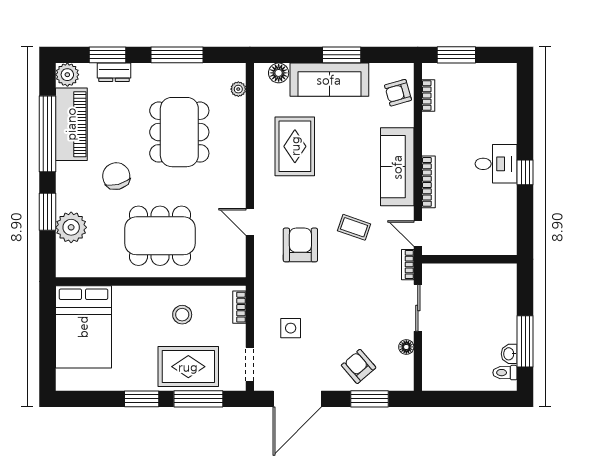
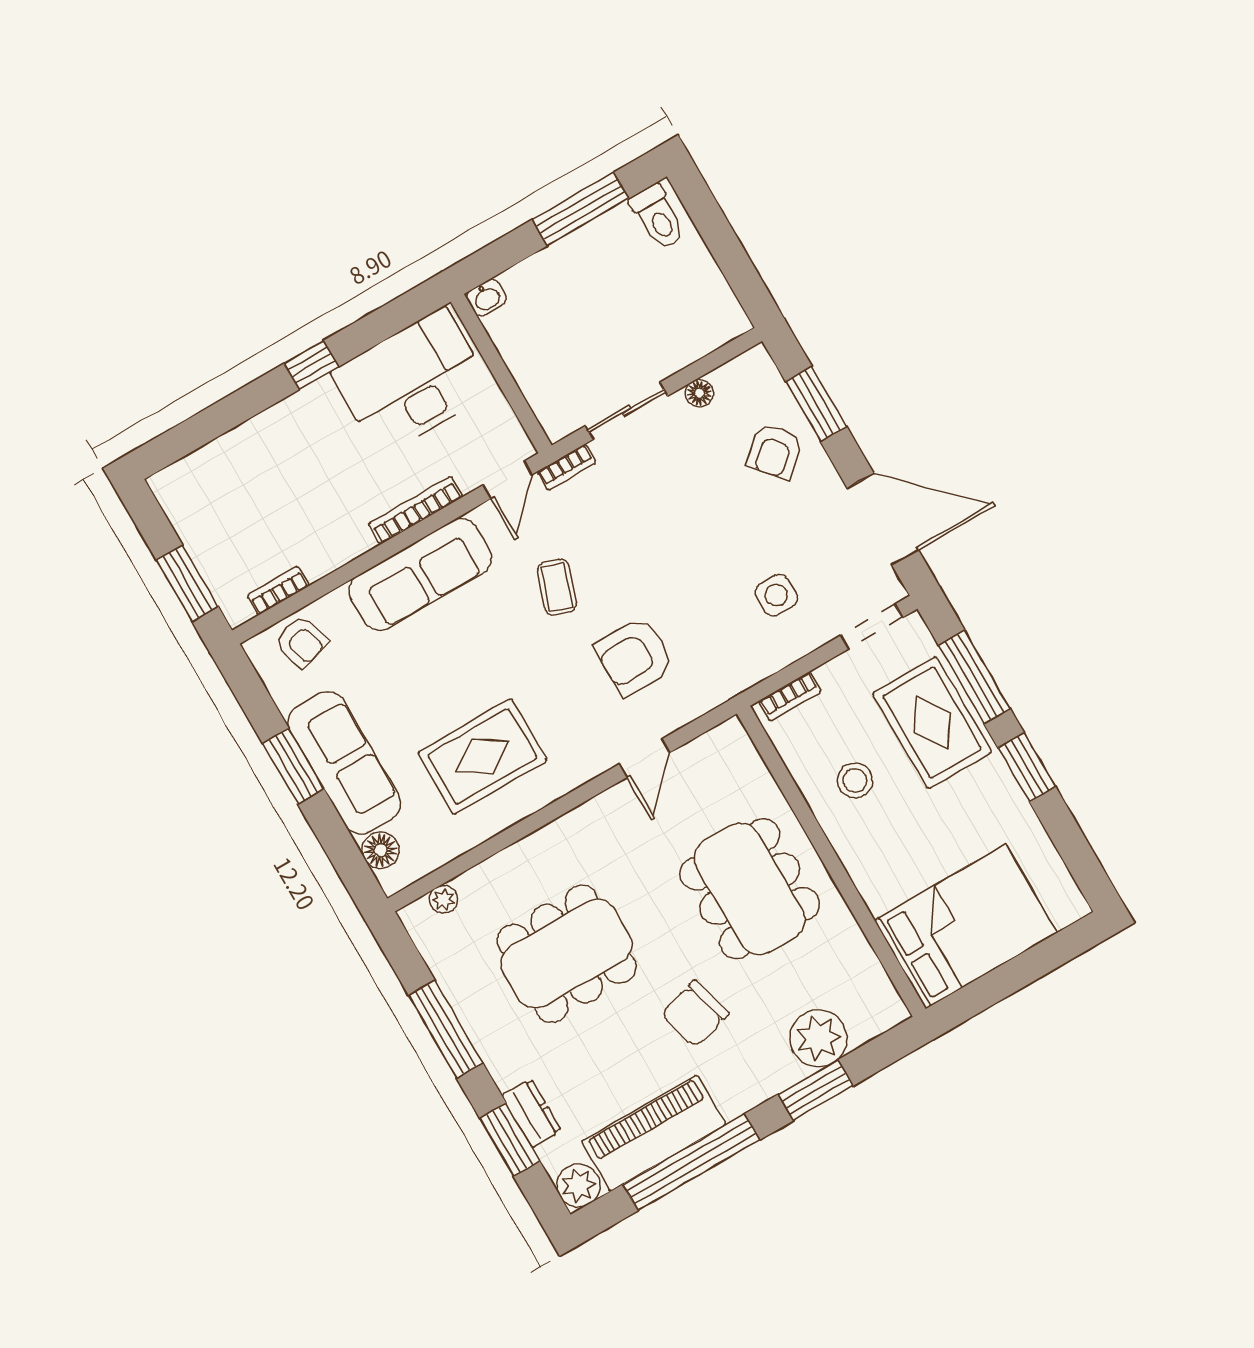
desk: (496, 164) -> (412, 382), moved, width x1.87, depth x1.30
washbasin: (509, 354) -> (486, 298), moved
toilet: (505, 373) -> (658, 217), width x1.37, depth x1.39

